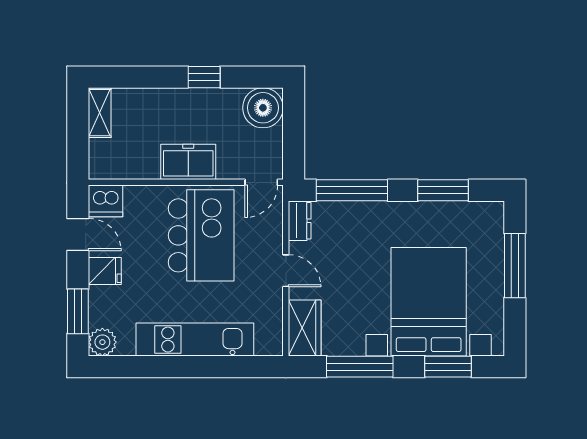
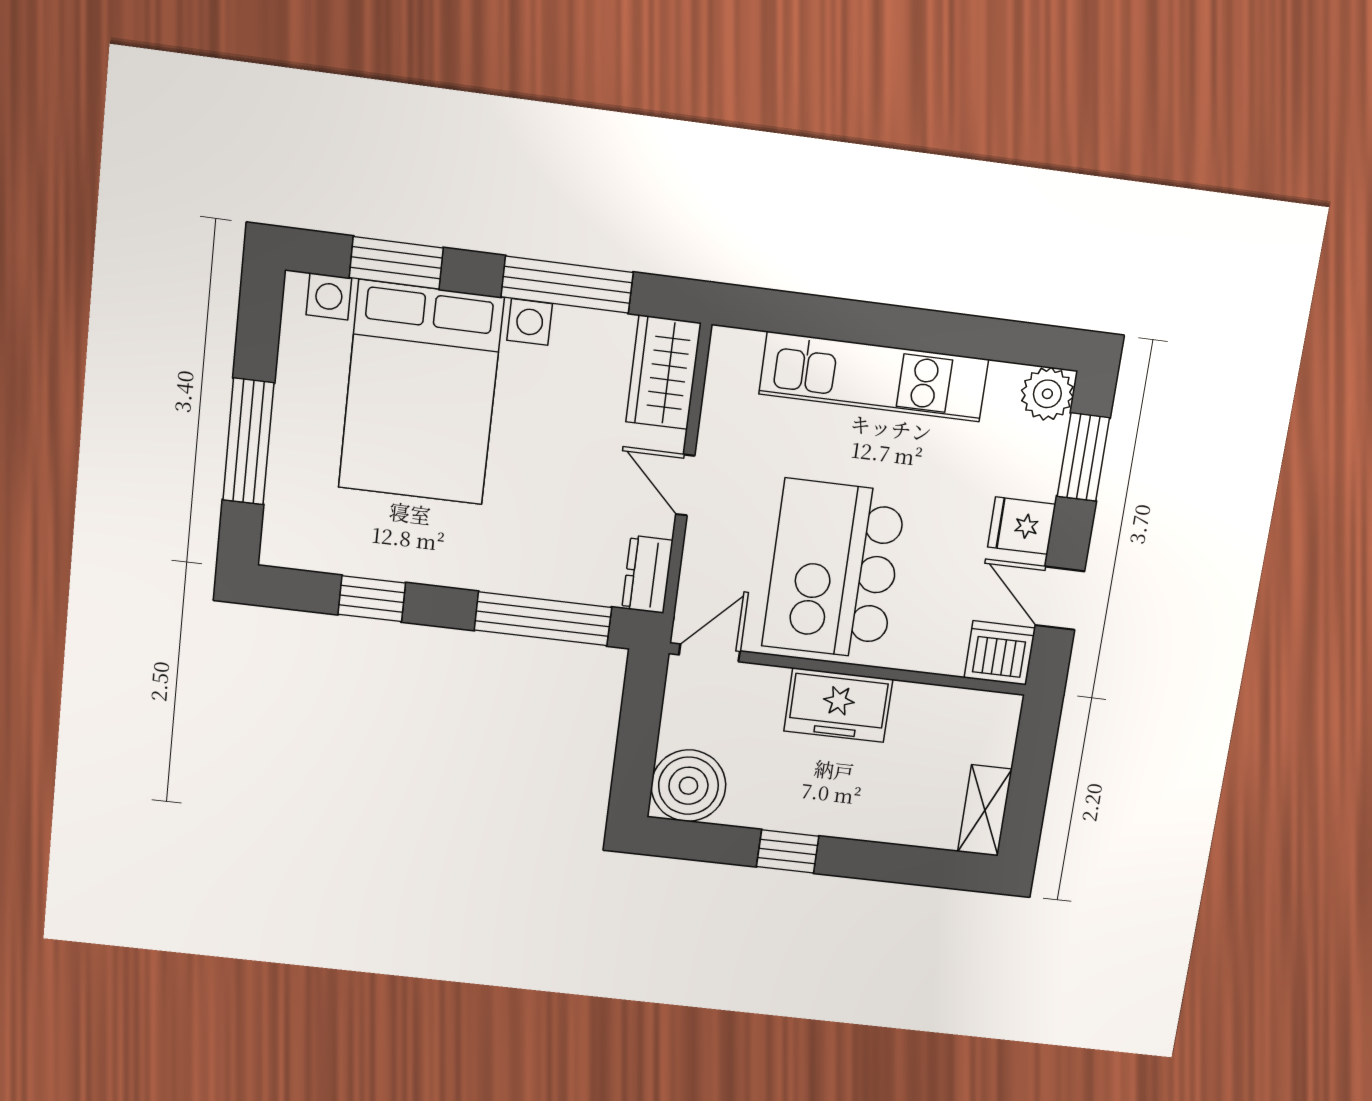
window: (443, 190) -> (372, 599), width x0.67

